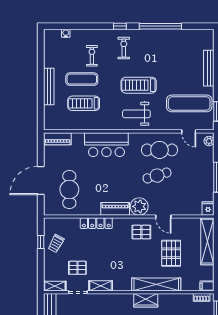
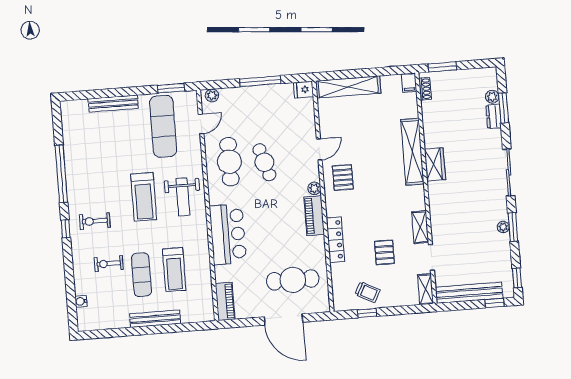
plant: (139, 206) -> (314, 188), width x0.53, depth x0.53
pallet: (171, 253) -> (368, 135), removed
pallet: (77, 268) -> (384, 252), moved

